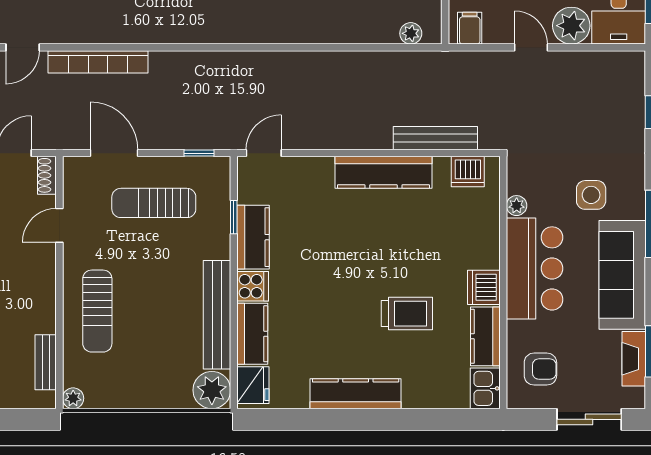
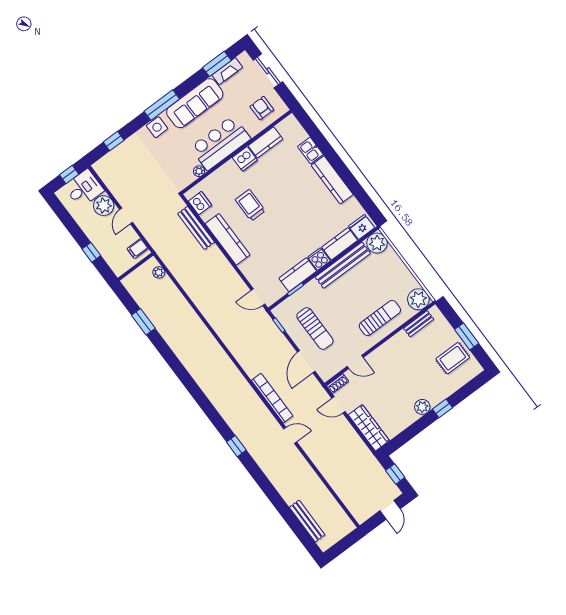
side table: (591, 195) -> (157, 127), moved
trolley: (407, 314) -> (250, 205), moved
kitchen sink: (485, 388) -> (310, 150), moved, turned 90
plant: (73, 398) -> (418, 299), width x1.87, depth x1.87

